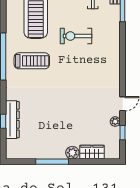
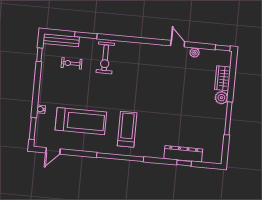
exercise bike: (76, 36) -> (105, 58), moved
window: (123, 133) -> (223, 48), moved

